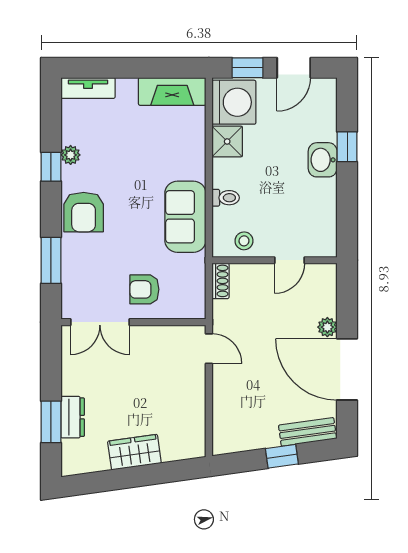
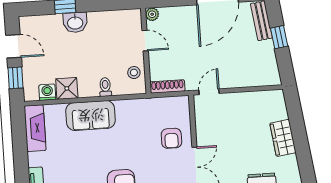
washing machine: (234, 102) -> (47, 92), width x0.53, depth x0.53
sofa: (185, 217) -> (91, 116), moved
shoe rack: (220, 281) -> (167, 86), width x1.43
plant: (327, 327) -> (152, 14), moved

